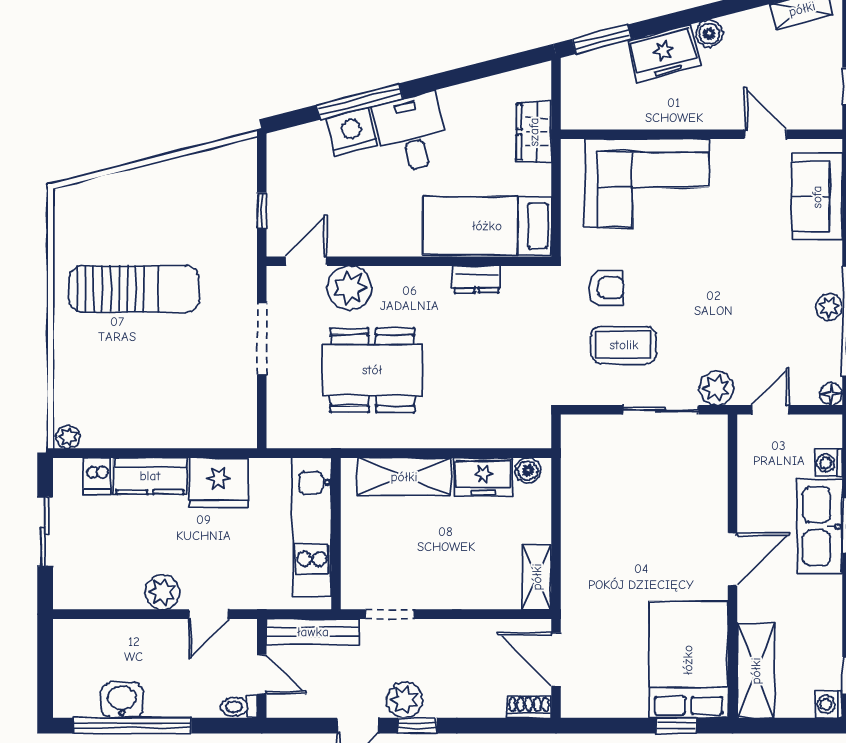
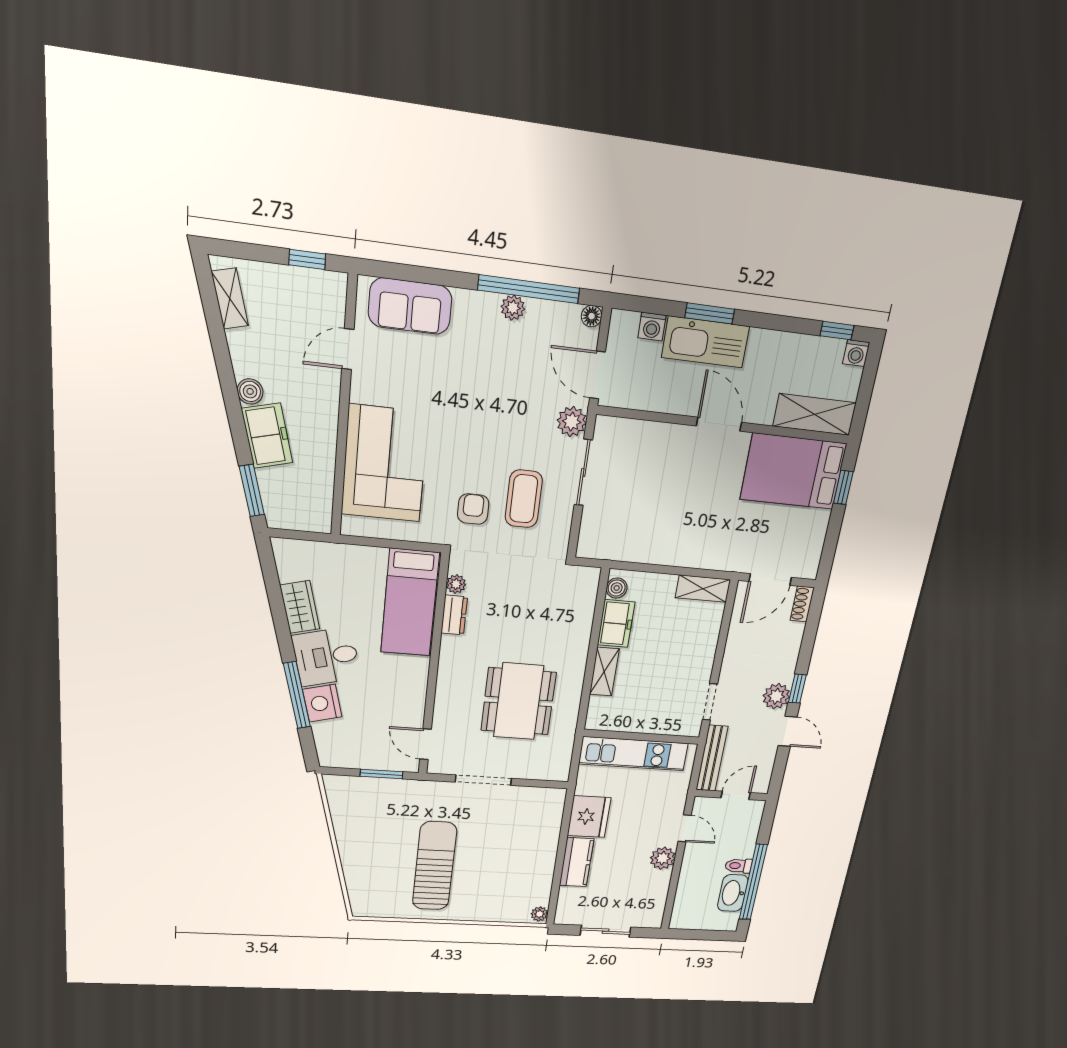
wardrobe: (534, 132) -> (300, 607), moved, turned -104
window: (262, 210) -> (382, 774), width x1.50
plant: (349, 288) -> (456, 584), moved, width x0.53, depth x0.53
door: (770, 410) -> (597, 375), width x1.38
dishwasher: (97, 476) -> (571, 897), removed
shelving: (404, 477) -> (604, 672), width x0.67, depth x0.75
washbasin: (122, 700) -> (733, 893), width x1.38
toilet: (239, 707) -> (739, 866), moved, turned 90

